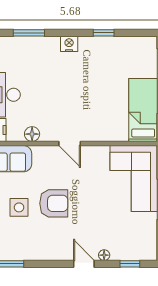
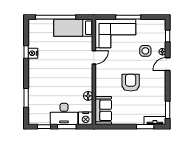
nightstand: (69, 44) -> (33, 53), moved
door: (70, 143) -> (94, 57), moved
side table: (19, 207) -> (145, 51), moved

